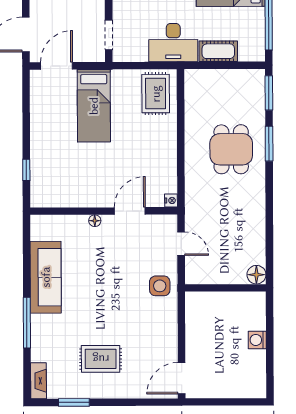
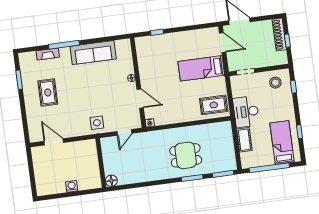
door: (182, 378) -> (54, 142), moved
fireplace: (38, 381) -> (48, 54), moved

